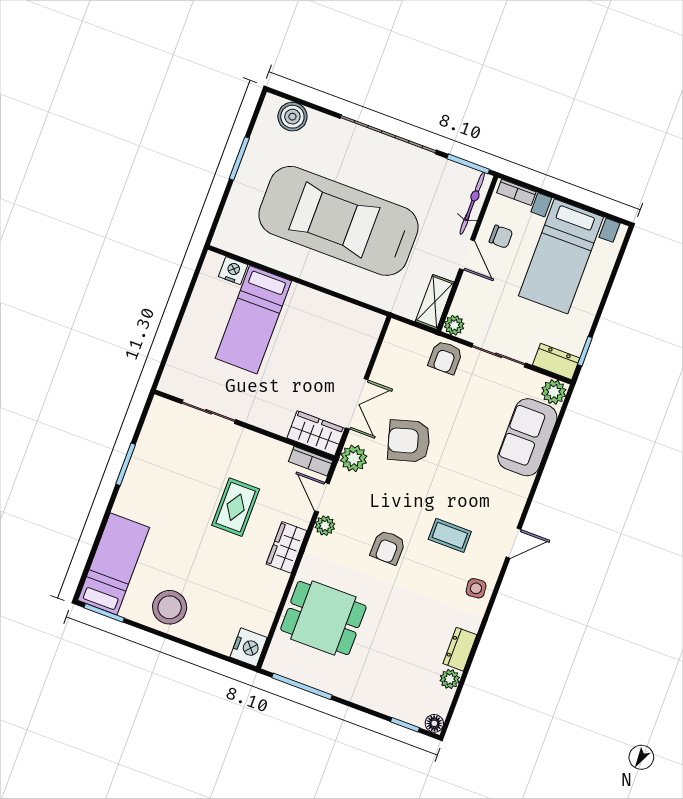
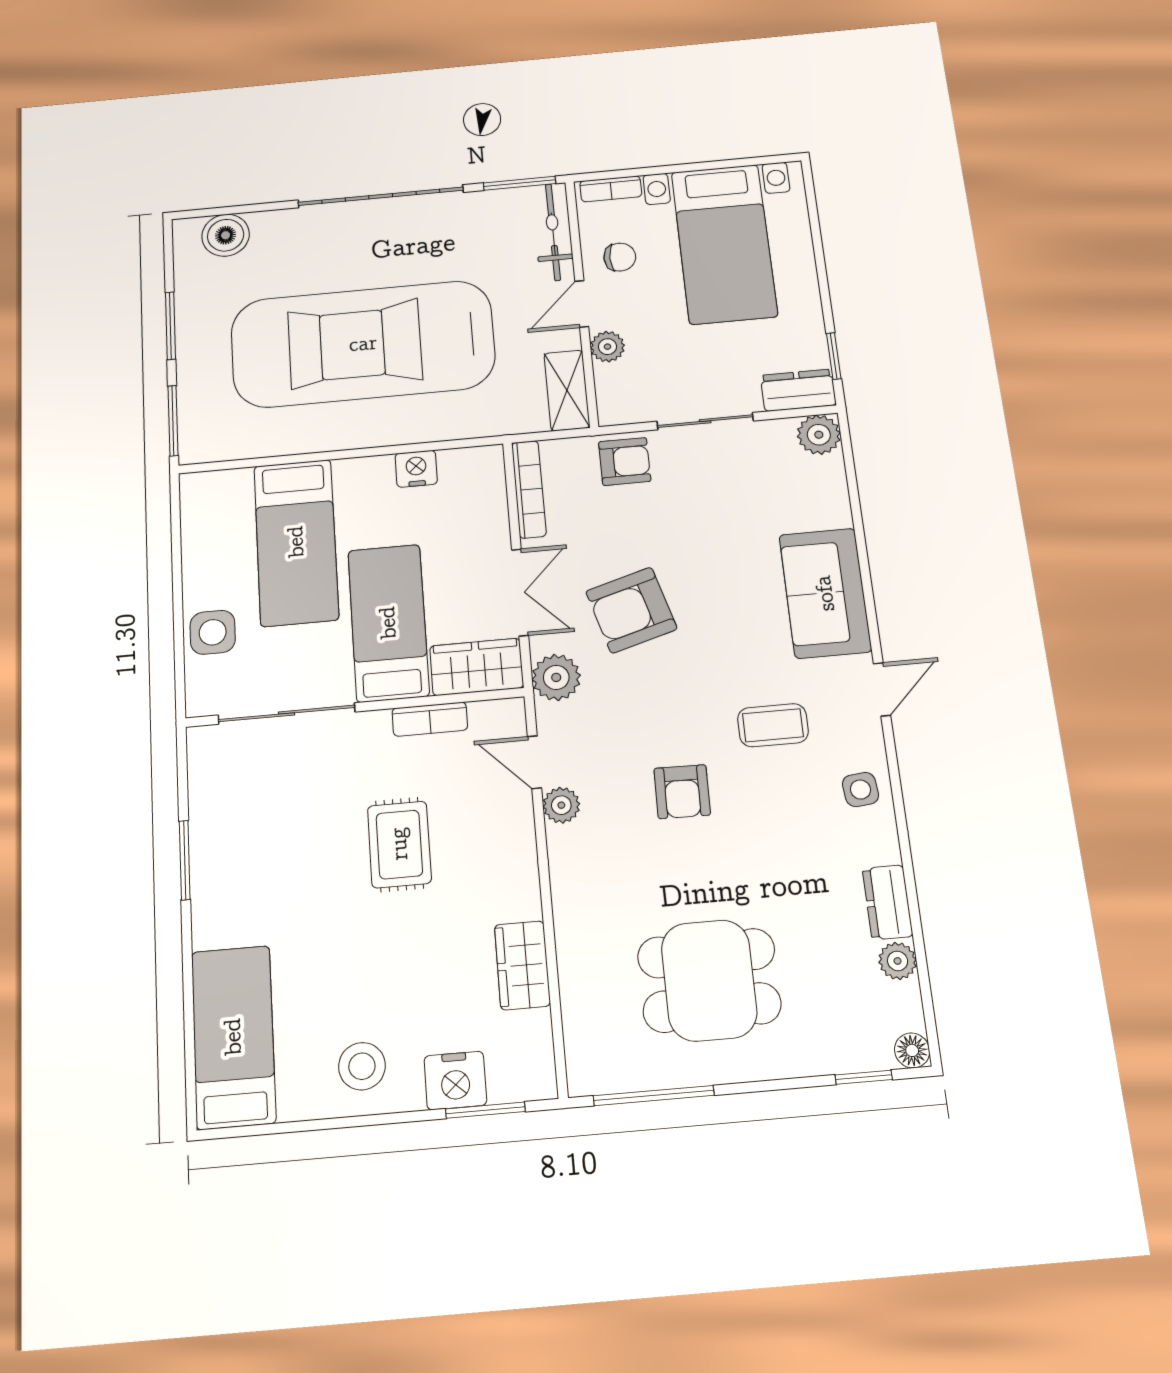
window: (217, 217) -> (173, 421), added
door: (467, 255) -> (582, 304), swing flipped
nightstand: (233, 271) -> (416, 469), moved
plant: (454, 325) -> (607, 347), moved
side table: (189, 349) -> (213, 632), added
bookcase: (388, 349) -> (529, 489), added
armchair: (445, 357) -> (625, 461), turned -90
bed: (282, 388) -> (388, 623), added
sliding door: (209, 412) -> (287, 713), width x1.37
sofa: (527, 437) -> (825, 593), moved
bookcase: (311, 461) -> (430, 719), moved
wardrobe: (287, 547) -> (522, 965), moved
stool: (170, 607) -> (362, 1066), width x0.73, depth x0.73
window: (104, 613) -> (485, 1110), moved
dining table: (323, 618) -> (709, 980), moved
nightstand: (249, 647) -> (455, 1080), moved, turned 90

